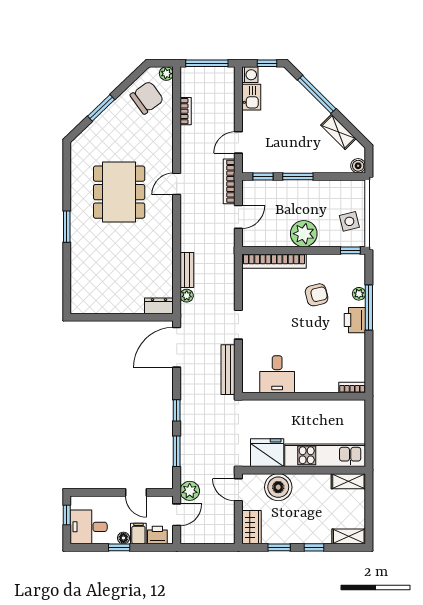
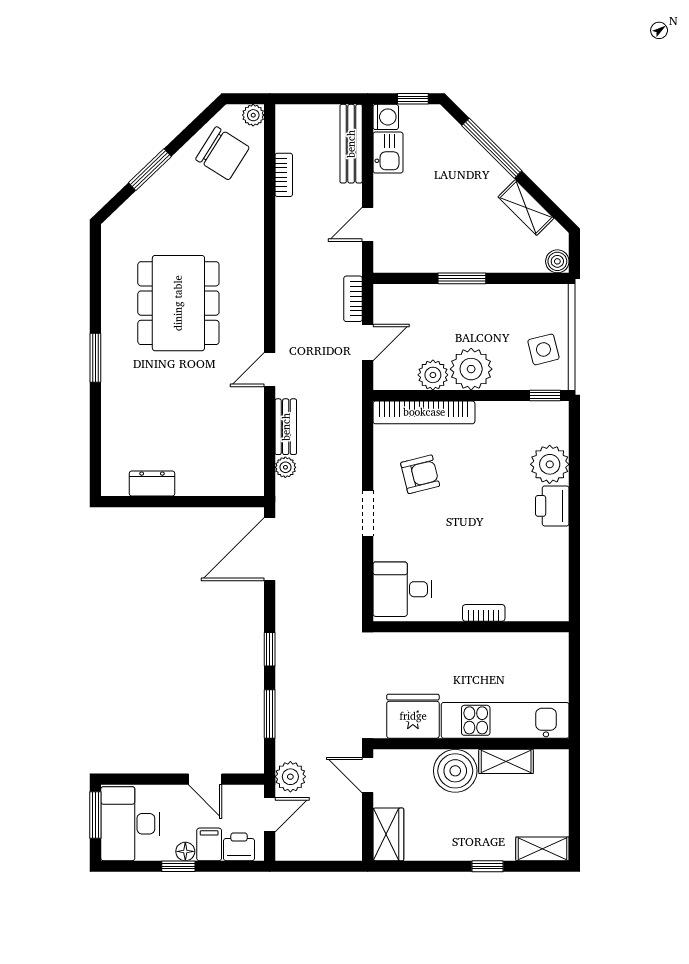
window: (207, 63) -> (318, 99), removed
chair: (147, 98) -> (222, 153), turned 68
window: (263, 177) -> (407, 278), removed
bookcase: (229, 181) -> (353, 299), width x0.64
door: (177, 184) -> (270, 370), moved
plant: (280, 237) -> (433, 375), added
plant: (359, 294) -> (550, 464), width x1.87, depth x1.87
armchair: (317, 295) -> (420, 474), moved
dresser: (159, 306) -> (152, 483), moved
window: (369, 307) -> (574, 486), removed
bench: (228, 370) -> (351, 144), moved
desk: (277, 374) -> (402, 589), moved, turned 90
bookcase: (352, 388) -> (484, 613), moved
shelving: (348, 481) -> (506, 761), moved
boiler: (278, 487) -> (455, 771), moved
window: (67, 515) -> (95, 815), width x1.50
desk: (89, 527) -> (130, 824), width x1.37
window: (279, 547) -> (432, 866), removed

